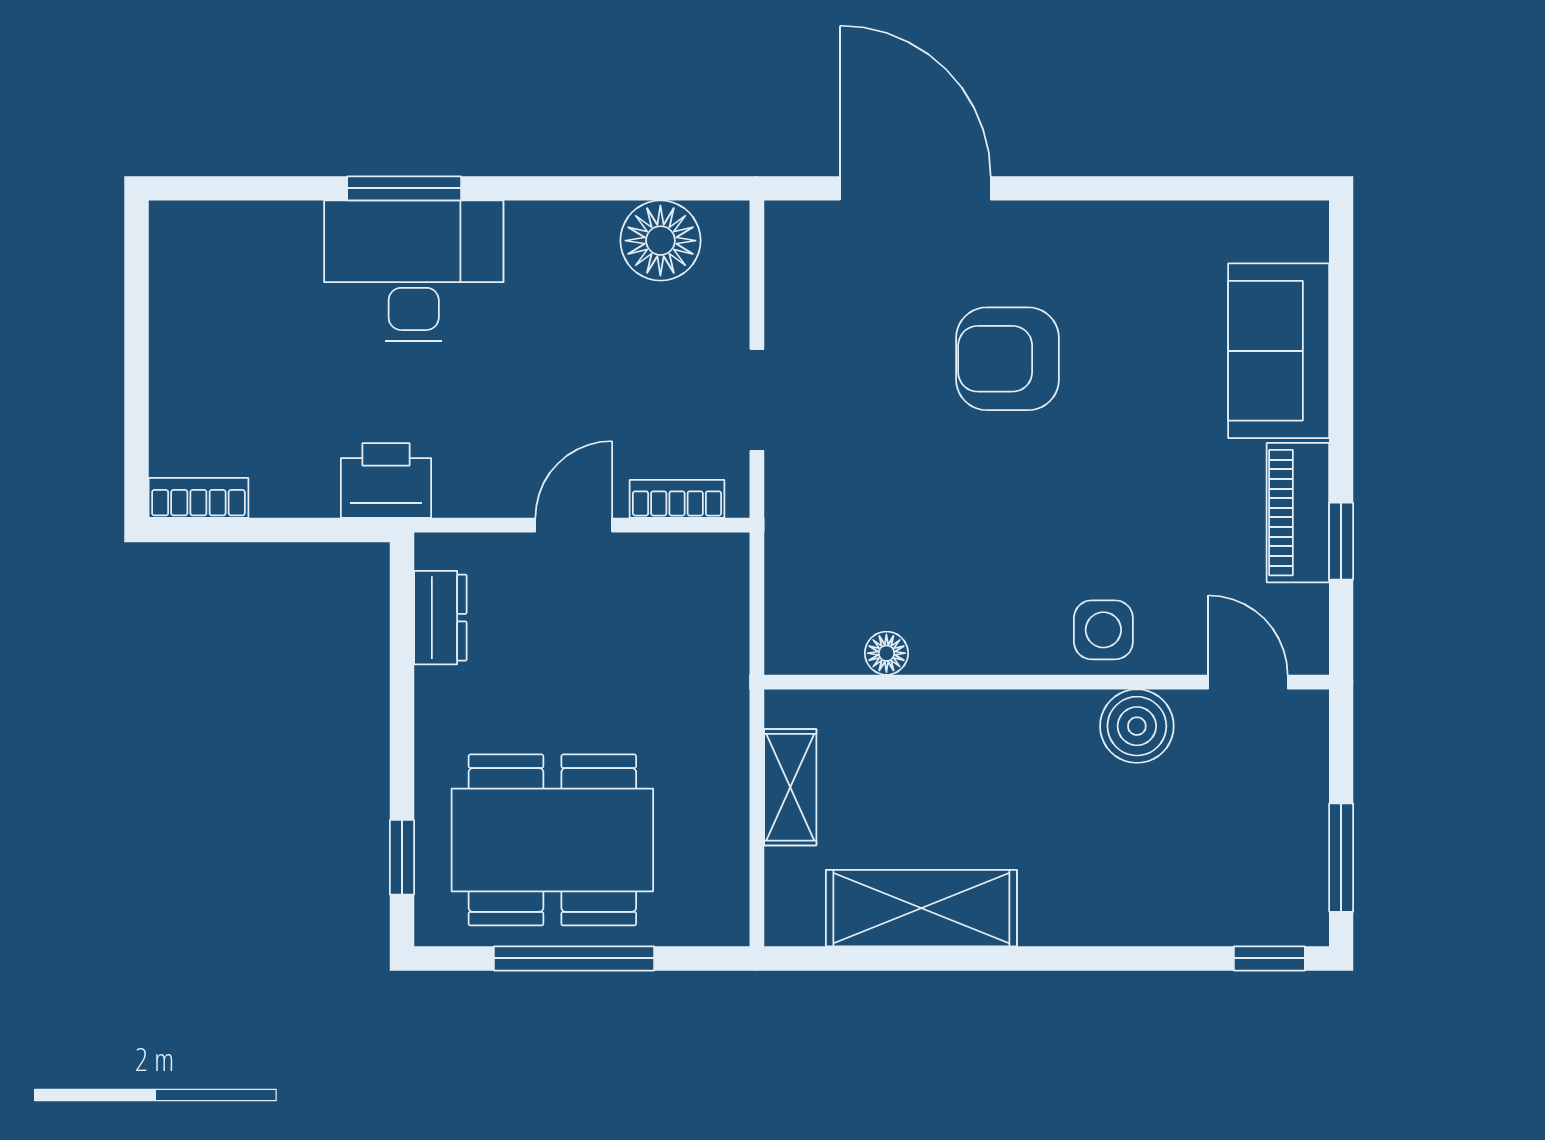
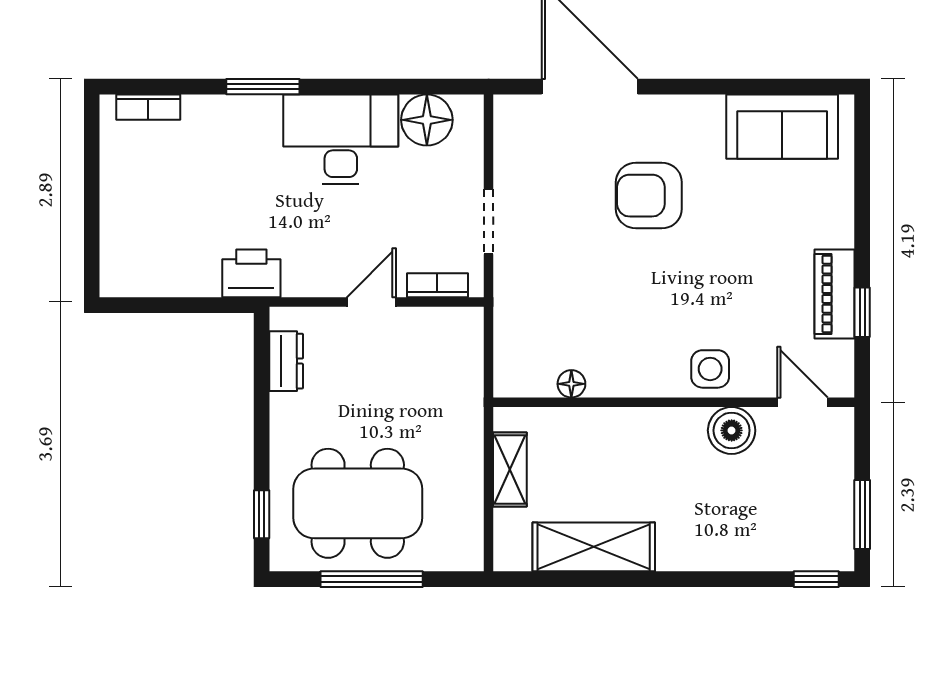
desk: (414, 271) -> (341, 139), moved
sofa: (1279, 351) -> (782, 127), moved, turned -90
bookcase: (198, 498) -> (148, 107), moved, turned 180

